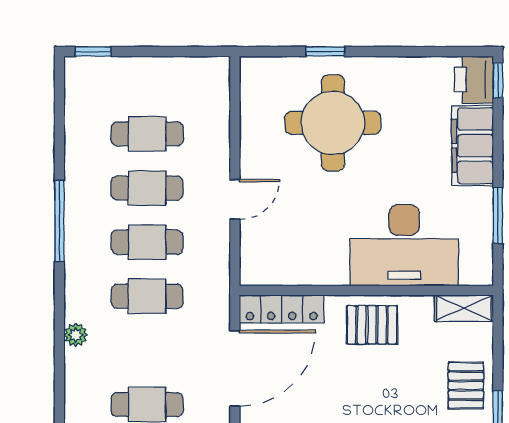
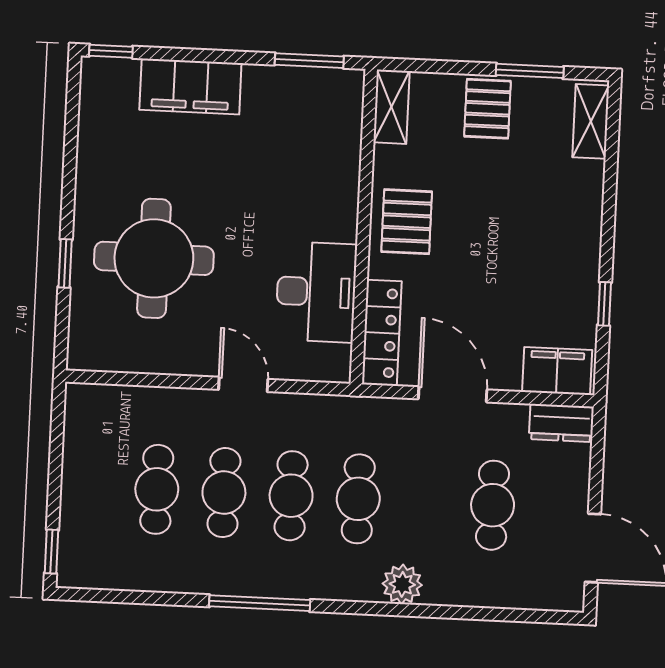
printer: (474, 80) -> (109, 81), removed
window: (498, 215) -> (309, 61), moved
desk: (404, 245) -> (316, 292), moved, width x0.73, depth x0.77
plant: (76, 335) -> (402, 584), width x1.38, depth x1.38
door: (235, 368) -> (453, 394), width x0.73
pallet: (466, 385) -> (487, 109), turned 90

